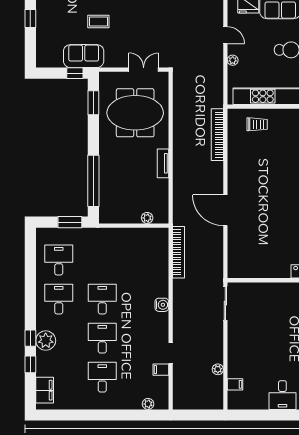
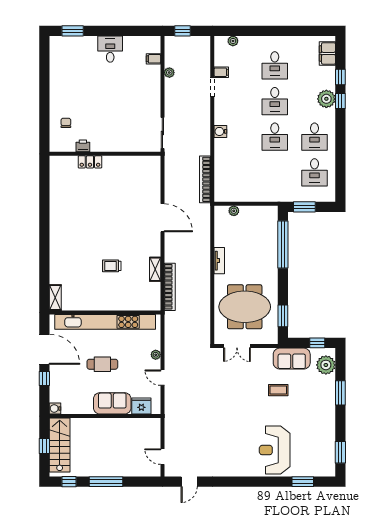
window: (30, 18) -> (340, 393), width x1.50
plant: (46, 49) -> (326, 365), added
window: (75, 73) -> (317, 343), moved
trolley: (257, 124) -> (112, 266), moved
shelving: (233, 154) -> (155, 269), added
window: (203, 415) -> (182, 31), added

